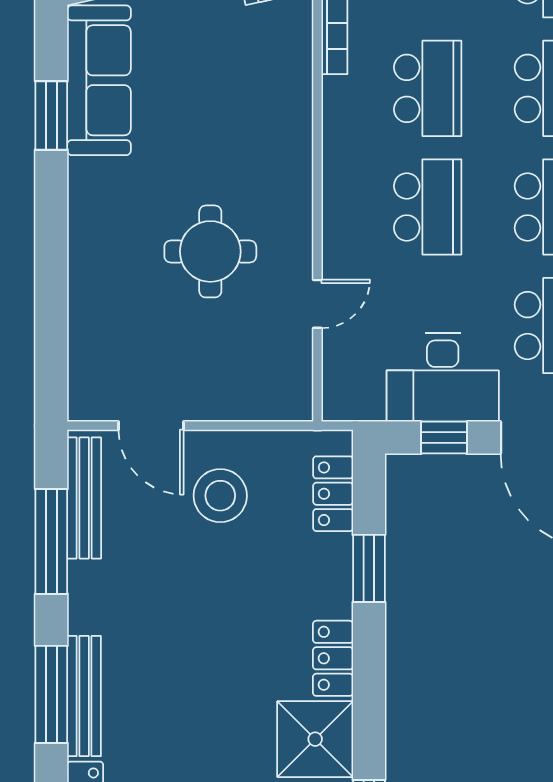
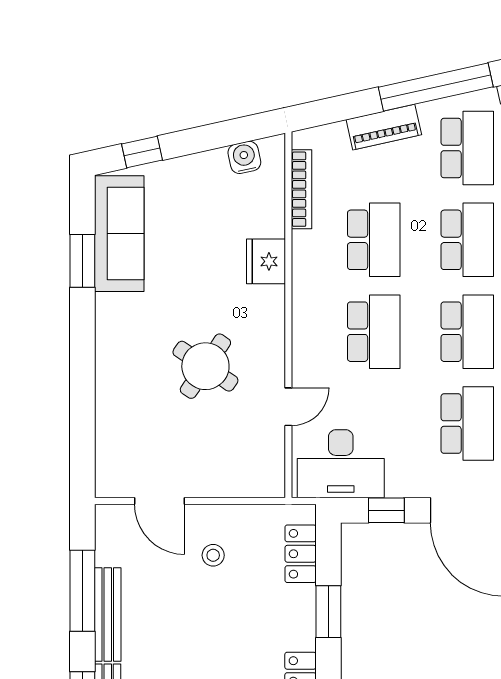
fridge: (288, 116) -> (266, 261), added
round table: (210, 251) -> (205, 366), turned 34
desk: (443, 378) -> (341, 464), moved
stool: (220, 496) -> (213, 555), width x0.53, depth x0.53
bench: (84, 498) -> (108, 615), moved

